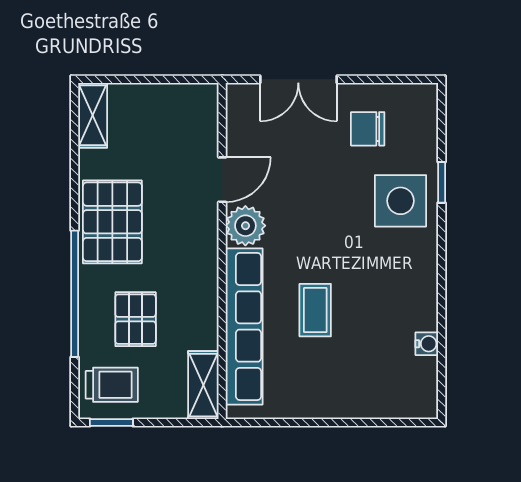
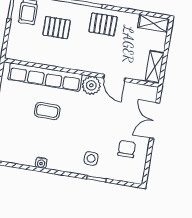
side table: (401, 201) -> (91, 158), width x0.54, depth x0.54
pallet: (112, 222) -> (103, 24), width x0.67, depth x0.71
water cooler: (427, 344) -> (41, 163), moved
shelving: (203, 385) -> (155, 67), moved, turned 90

